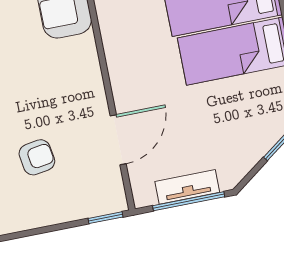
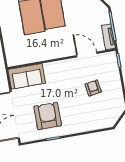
tv unit: (187, 187) -> (108, 37), moved

